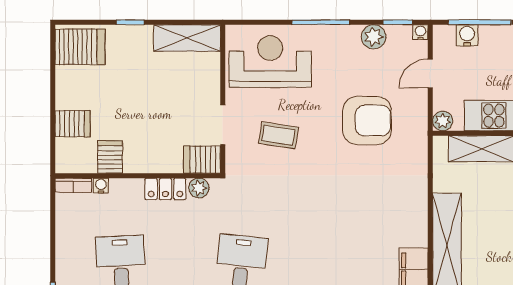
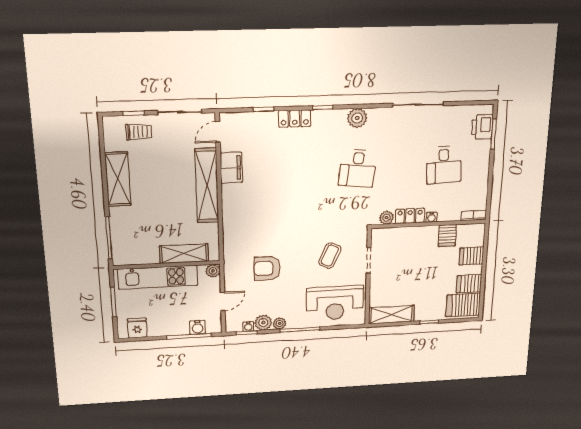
water cooler: (420, 32) -> (248, 326), moved
plant: (350, 34) -> (280, 324), added
armchair: (367, 120) -> (267, 268), width x0.73, depth x0.73
coffee table: (278, 135) -> (330, 256), turned -75
server rack: (202, 160) -> (469, 284), moved, turned 180
water cooler: (101, 186) -> (432, 217), moved

